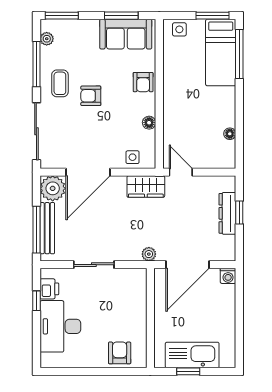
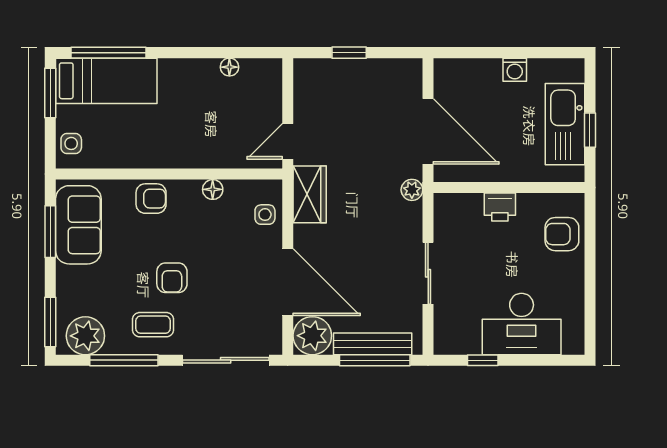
plant: (47, 39) -> (85, 336), width x1.87, depth x1.87
dresser: (227, 213) -> (350, 71), removed
washing machine: (228, 276) -> (515, 70), moved, turned 90
printer: (49, 289) -> (500, 207), moved, turned 180

